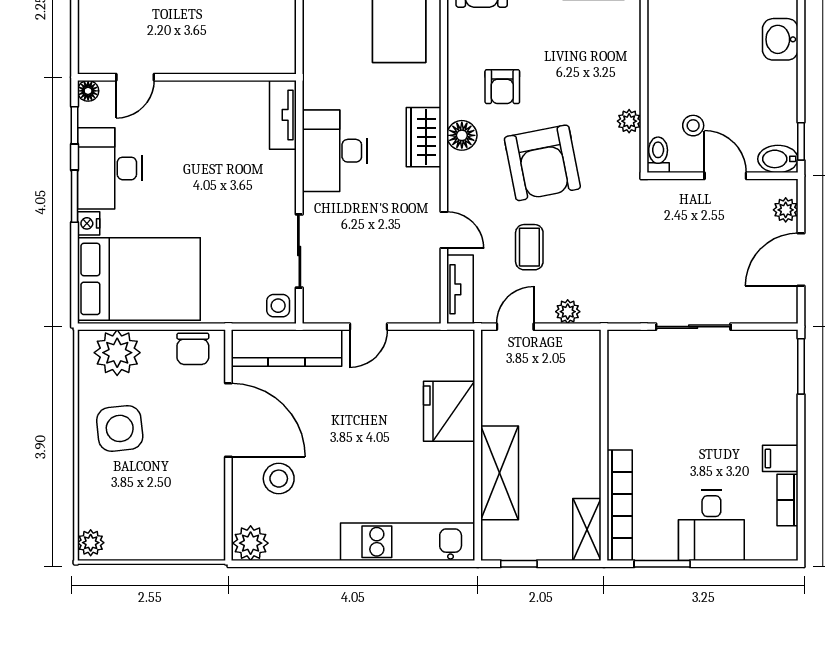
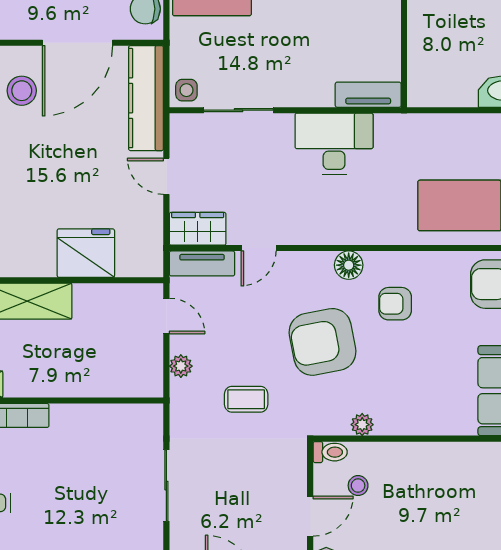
wardrobe: (424, 137) -> (198, 229), moved
coffee table: (529, 247) -> (246, 399), moved

